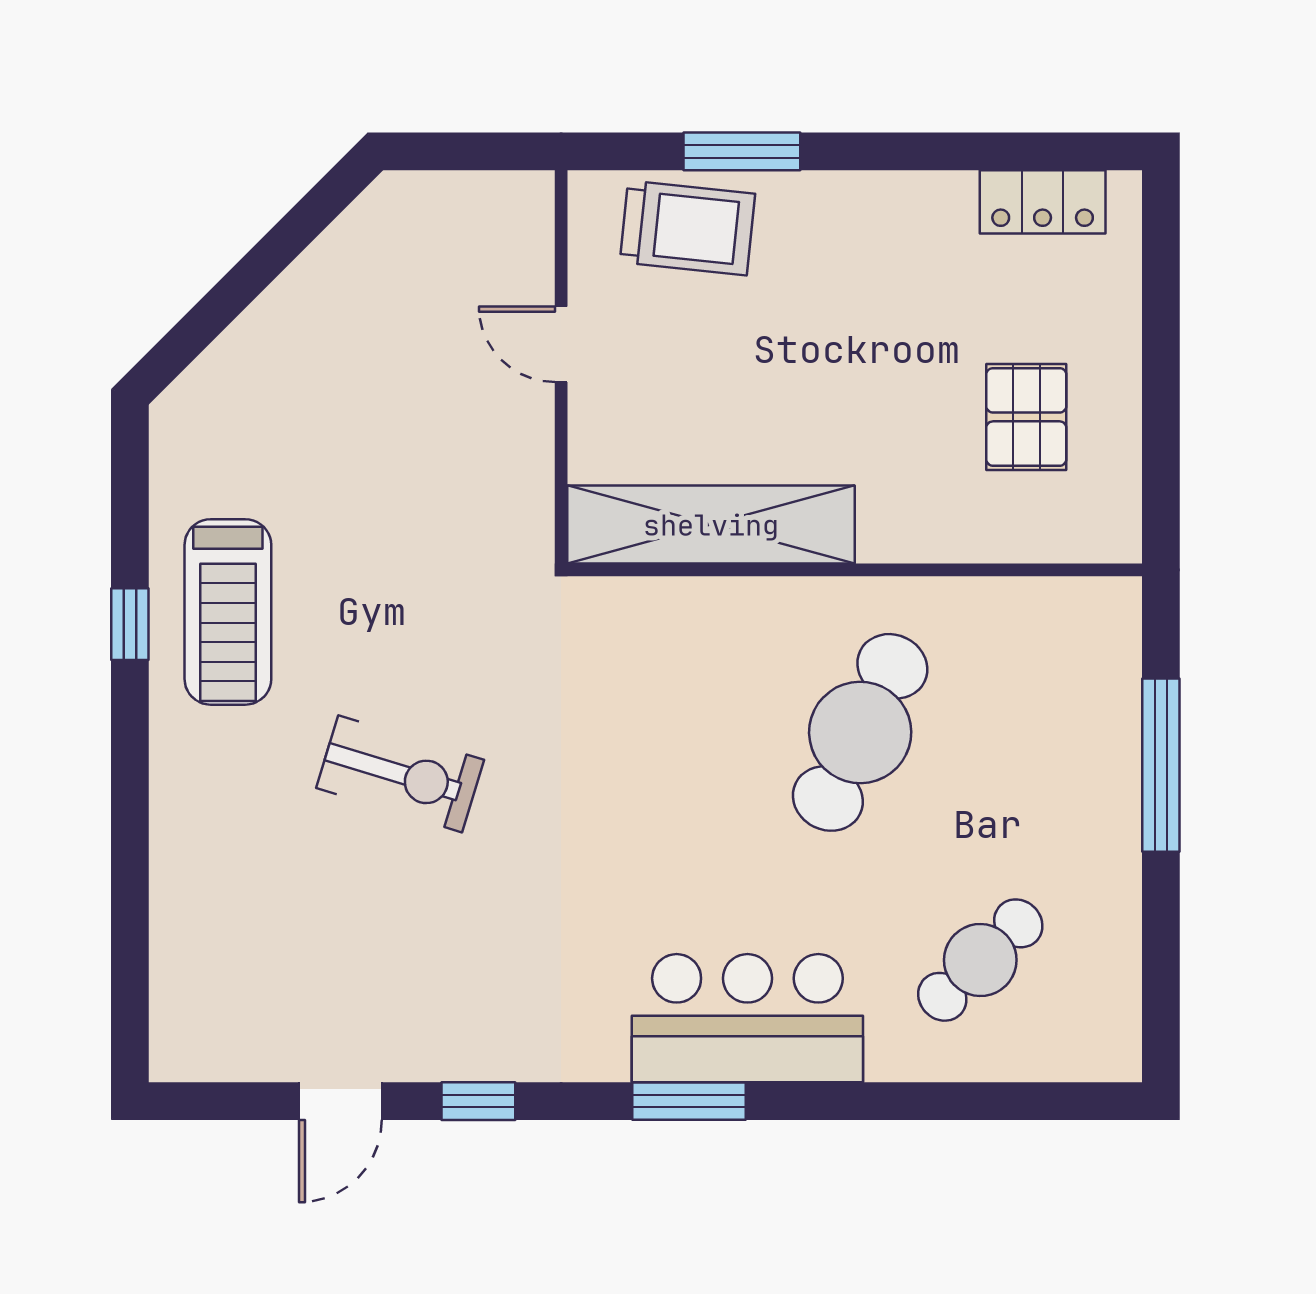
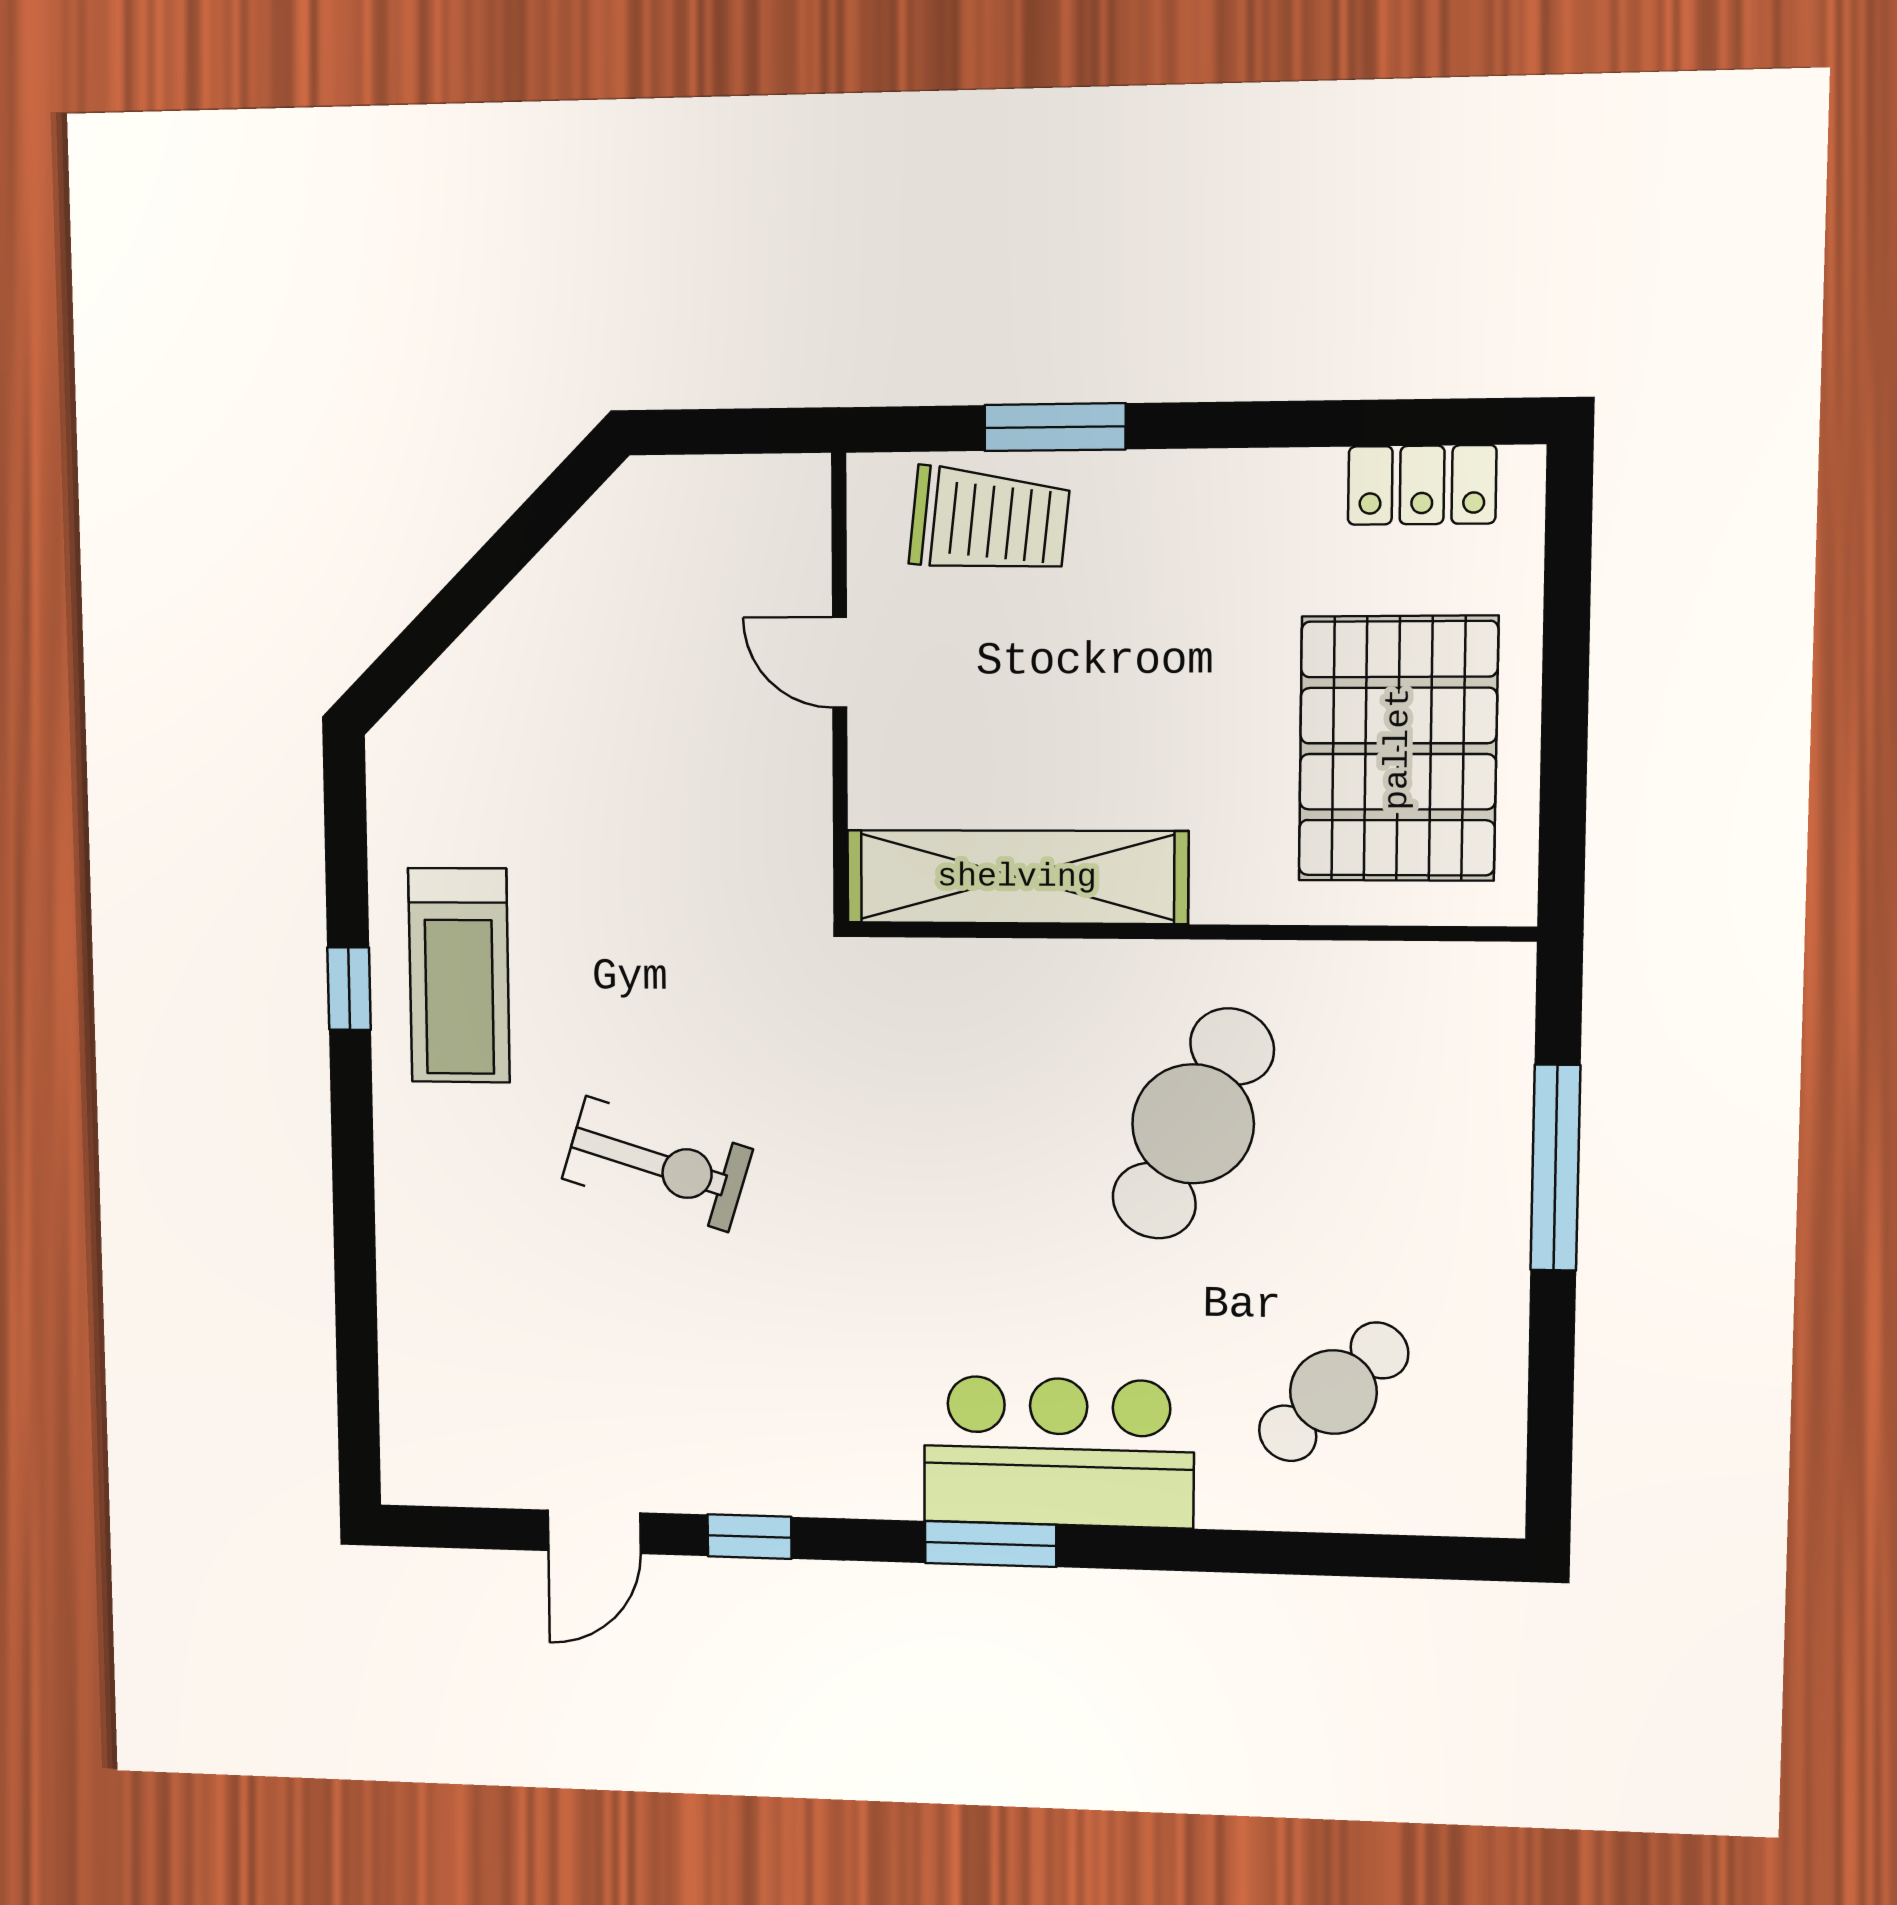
pallet: (1026, 417) -> (1398, 749), width x2.05, depth x2.00

